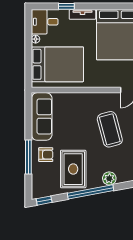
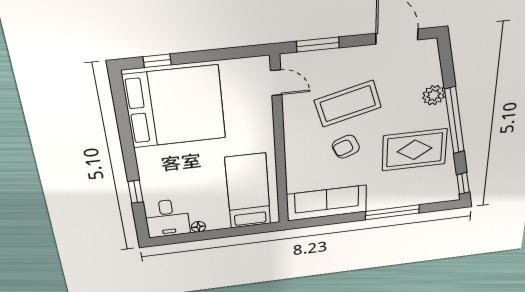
tv unit: (82, 14) -> (146, 167), removed
bed: (57, 64) -> (248, 191), width x0.67
armchair: (46, 155) -> (346, 147), moved, turned -113

